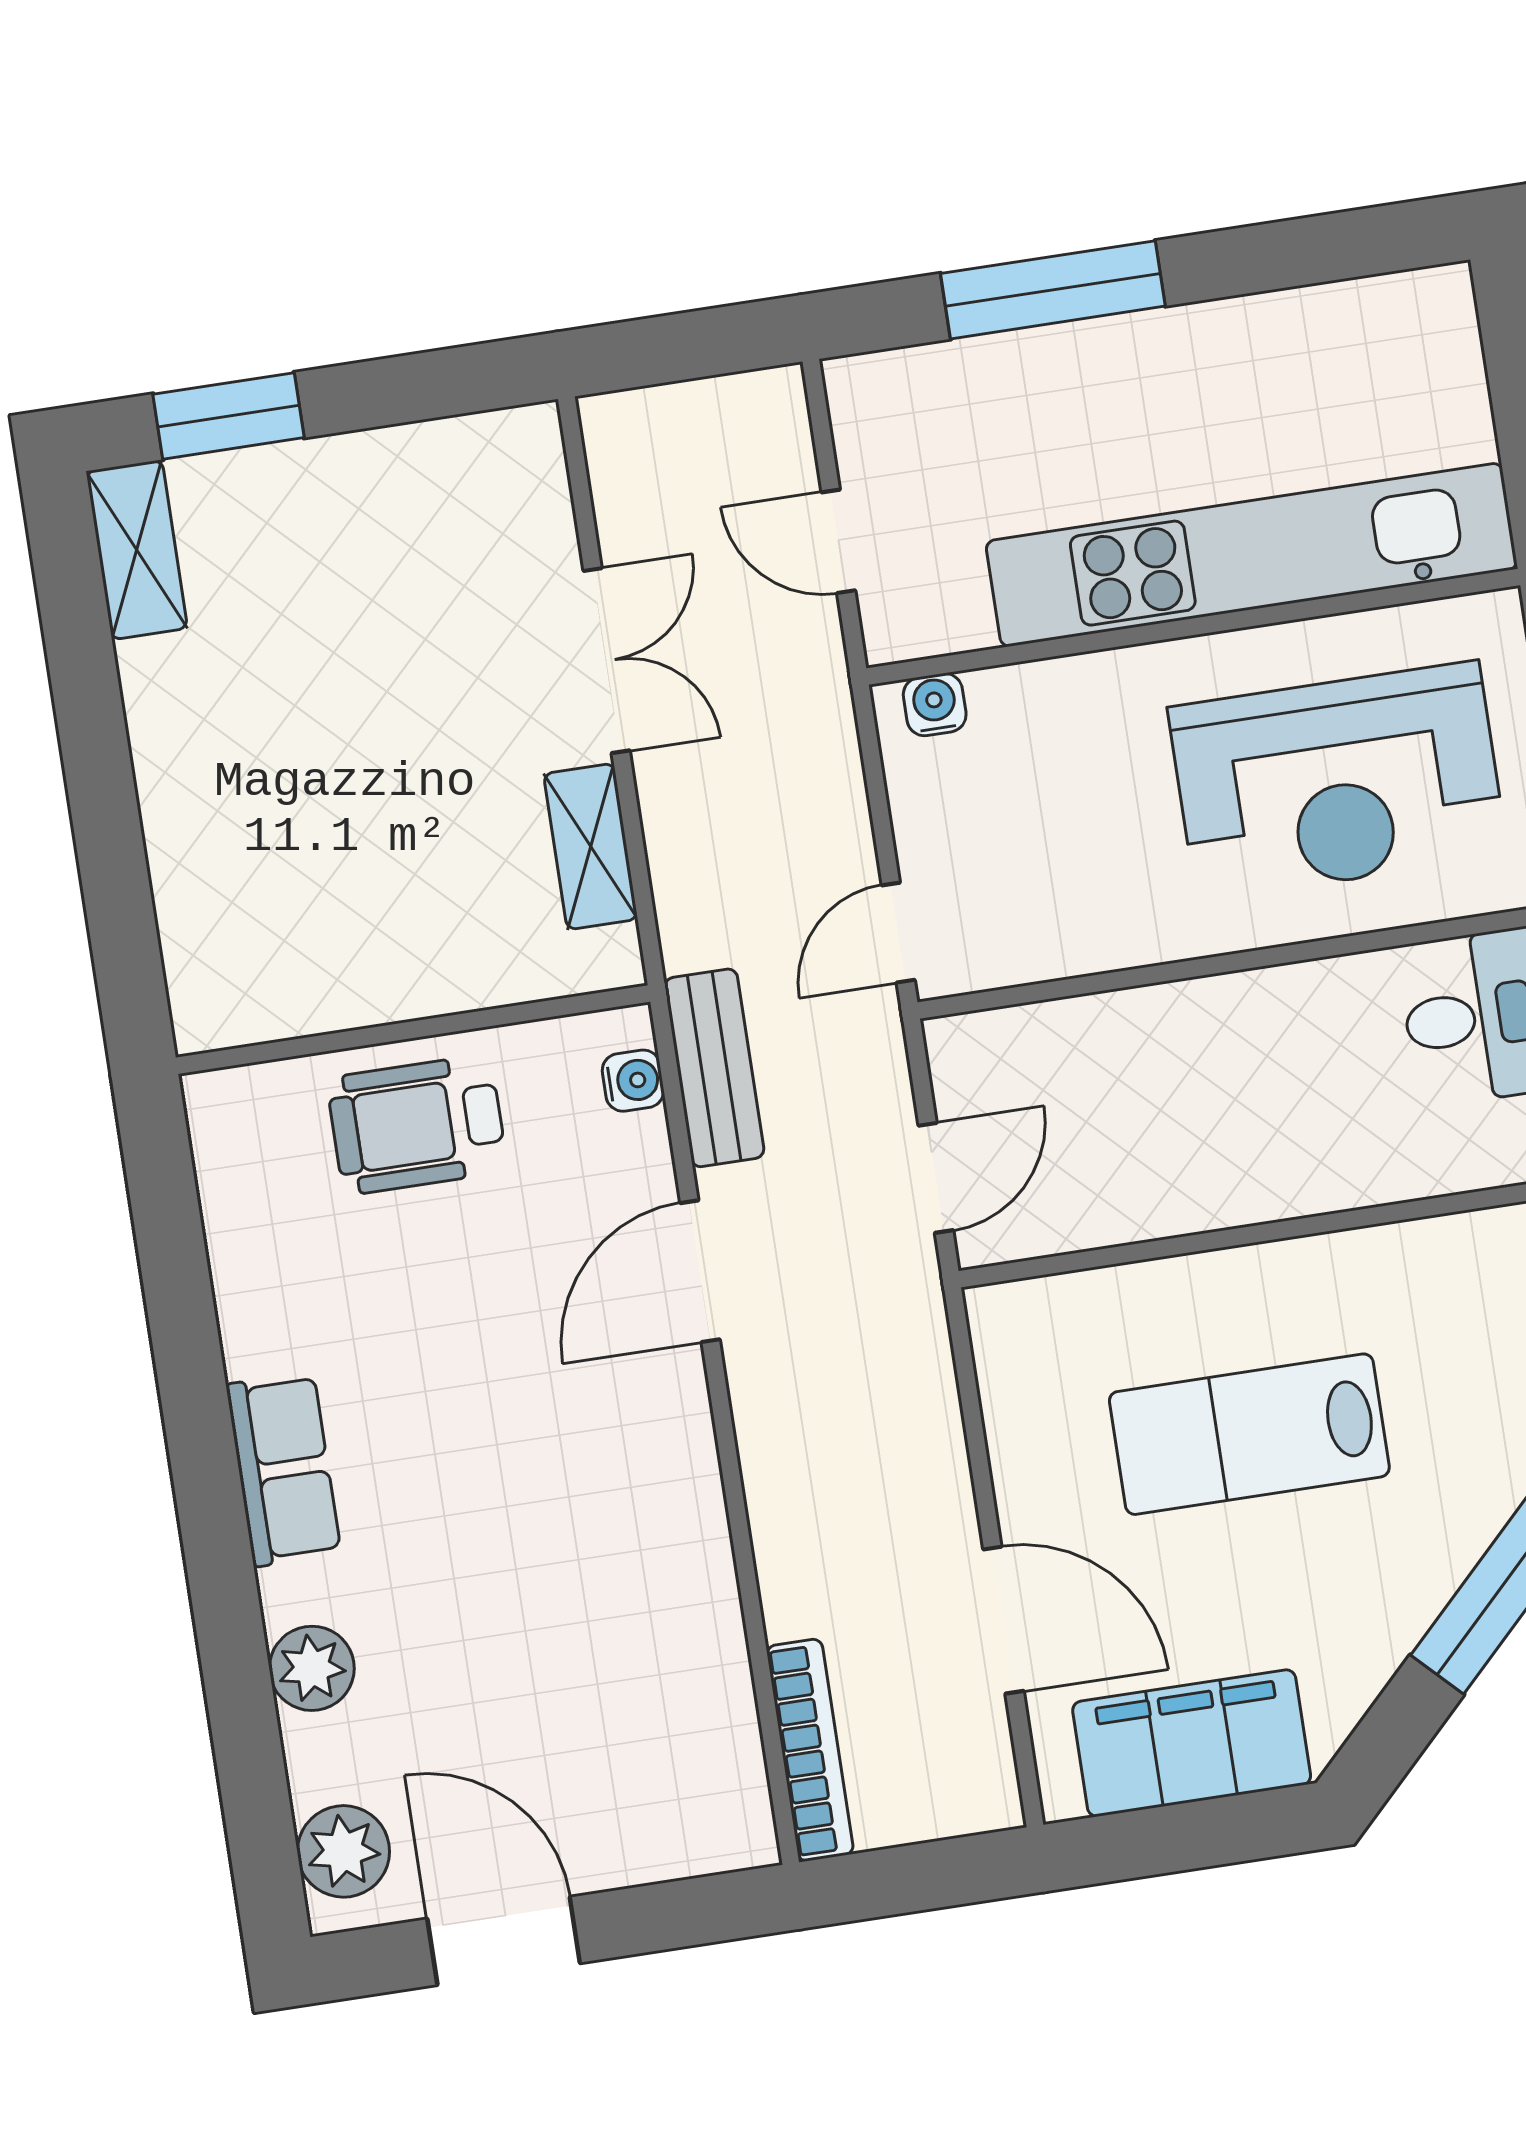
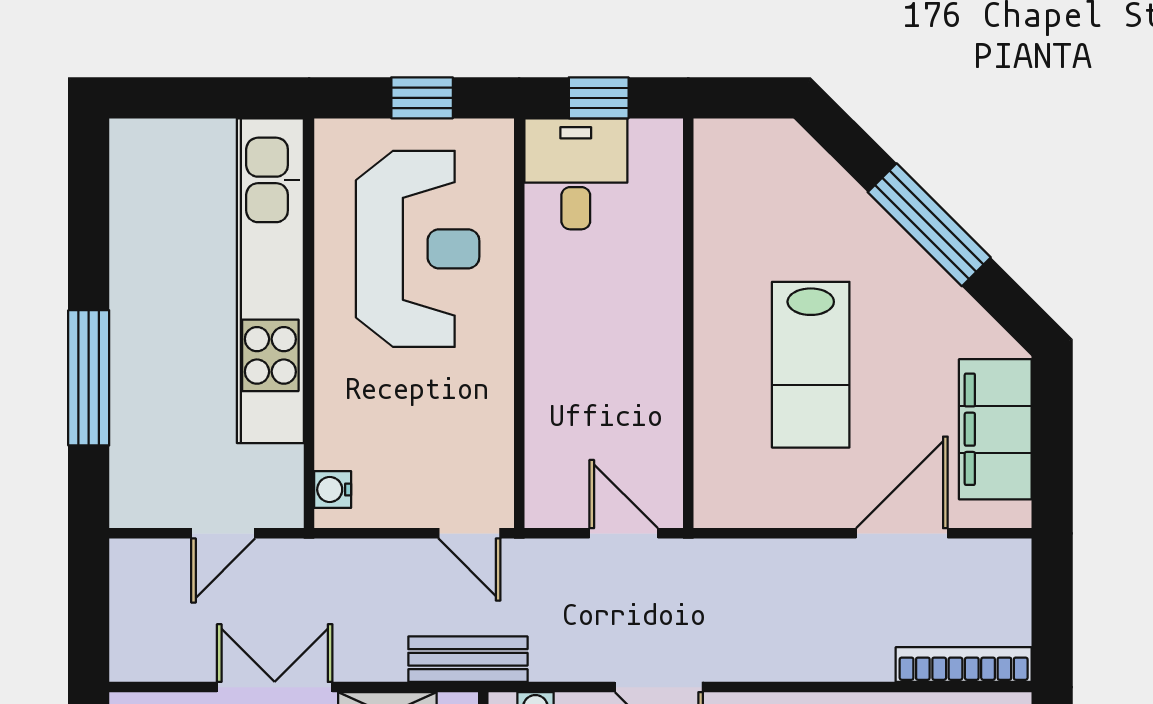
bench: (714, 1068) -> (468, 659), moved

